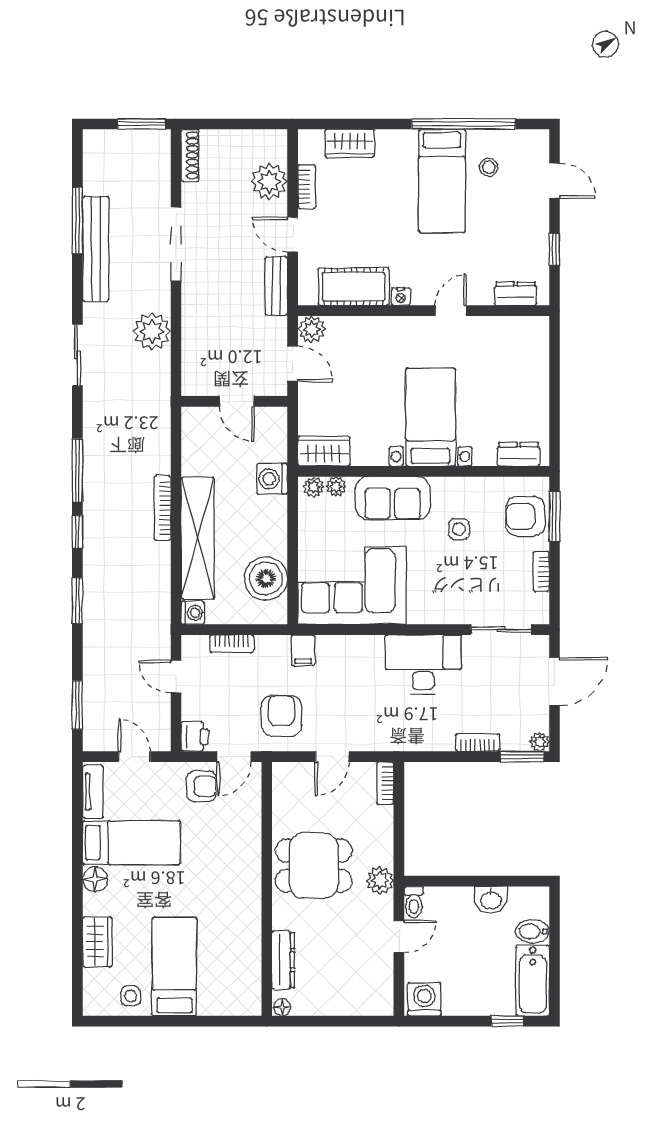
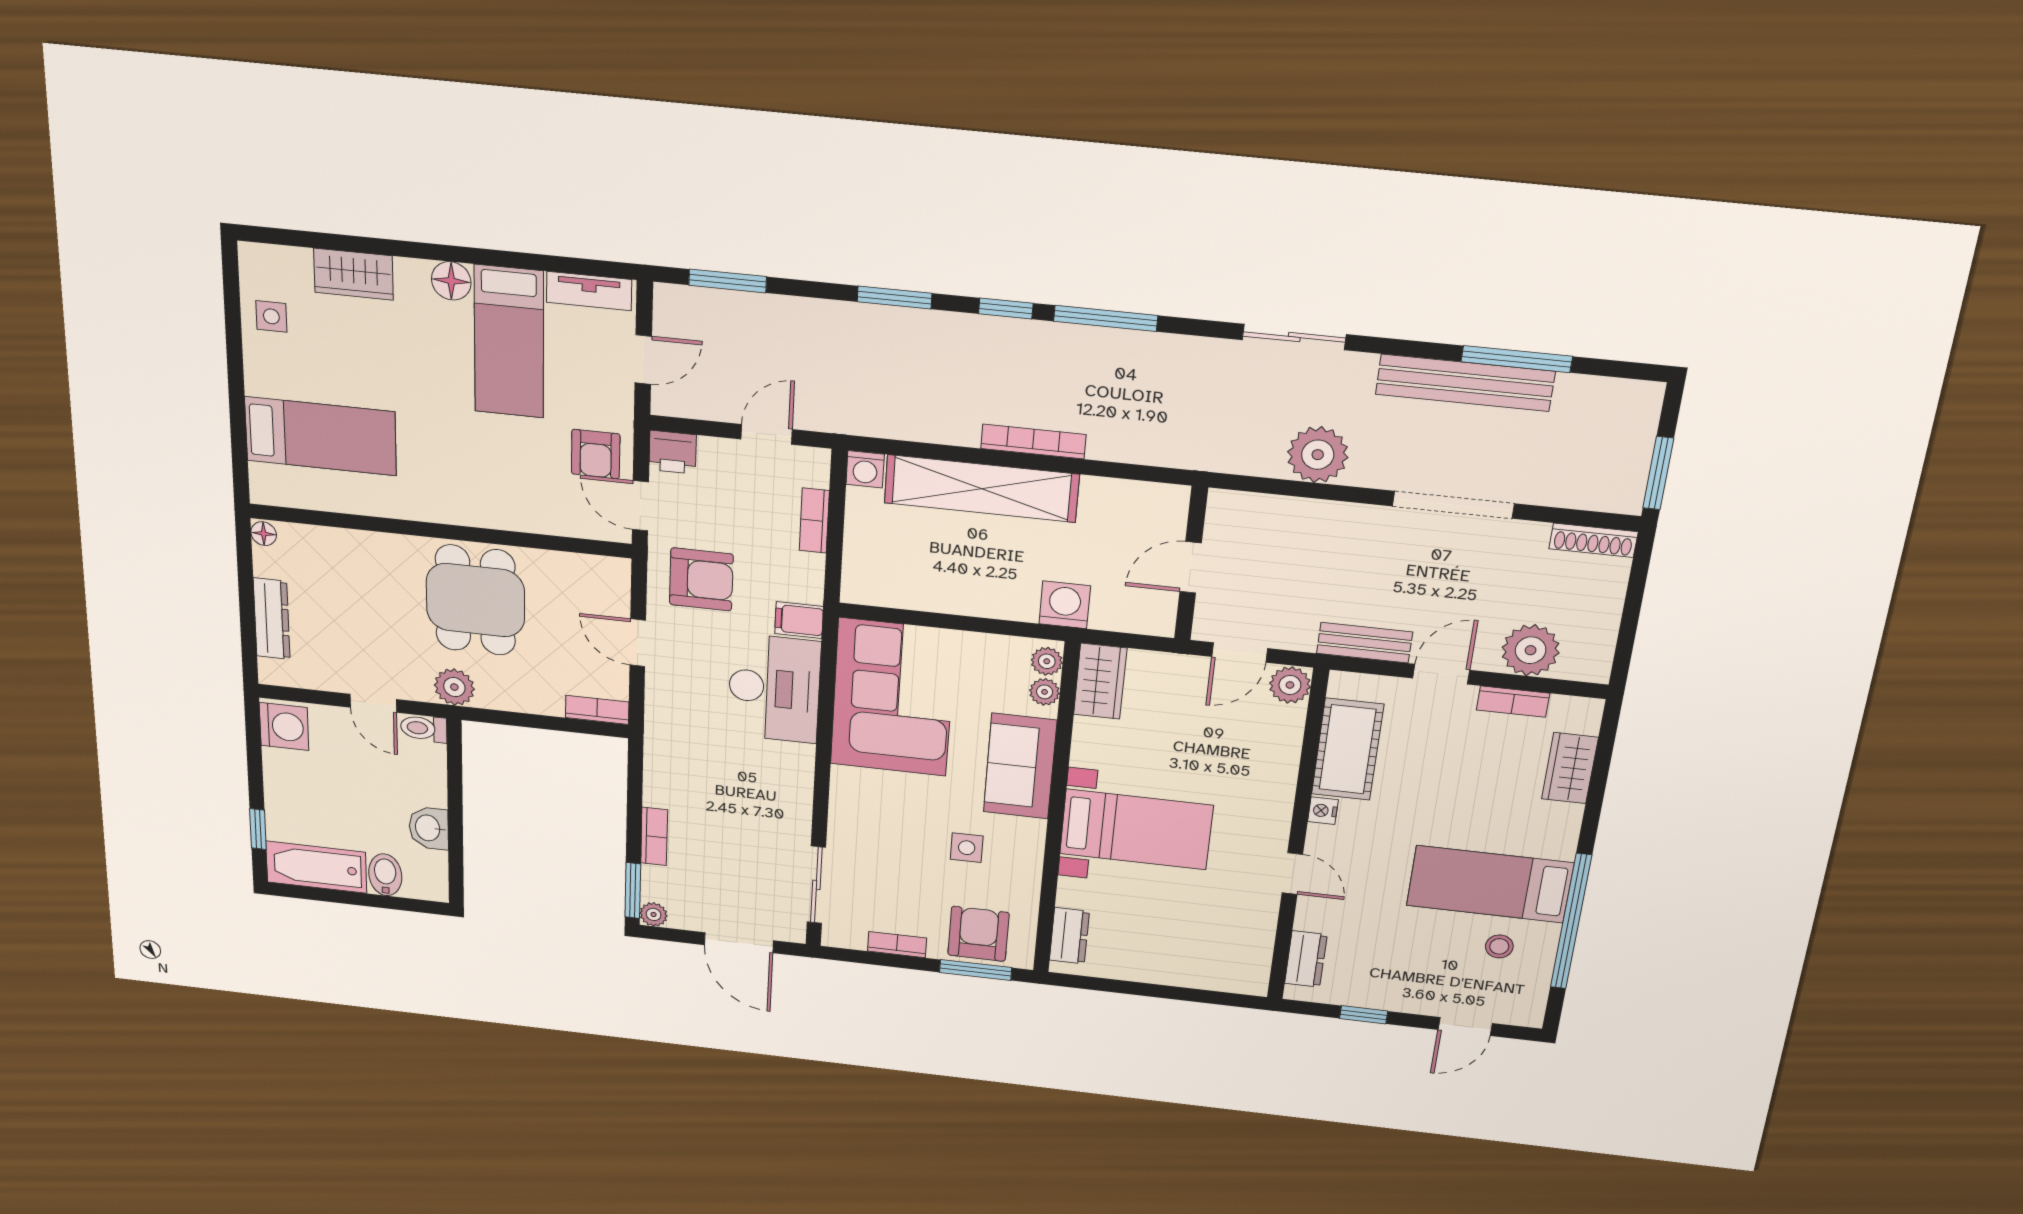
boiler: (266, 578) -> (912, 580), removed
desk: (423, 665) -> (774, 688), moved
dresser: (283, 960) -> (272, 619), moved, turned -90
bed: (174, 967) -> (321, 436), moved

